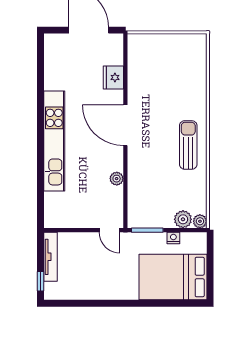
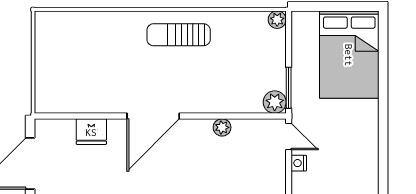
plant: (183, 219) -> (275, 102), moved
door: (110, 230) -> (289, 137), hinge flipped
nightstand: (173, 238) -> (299, 163), moved

